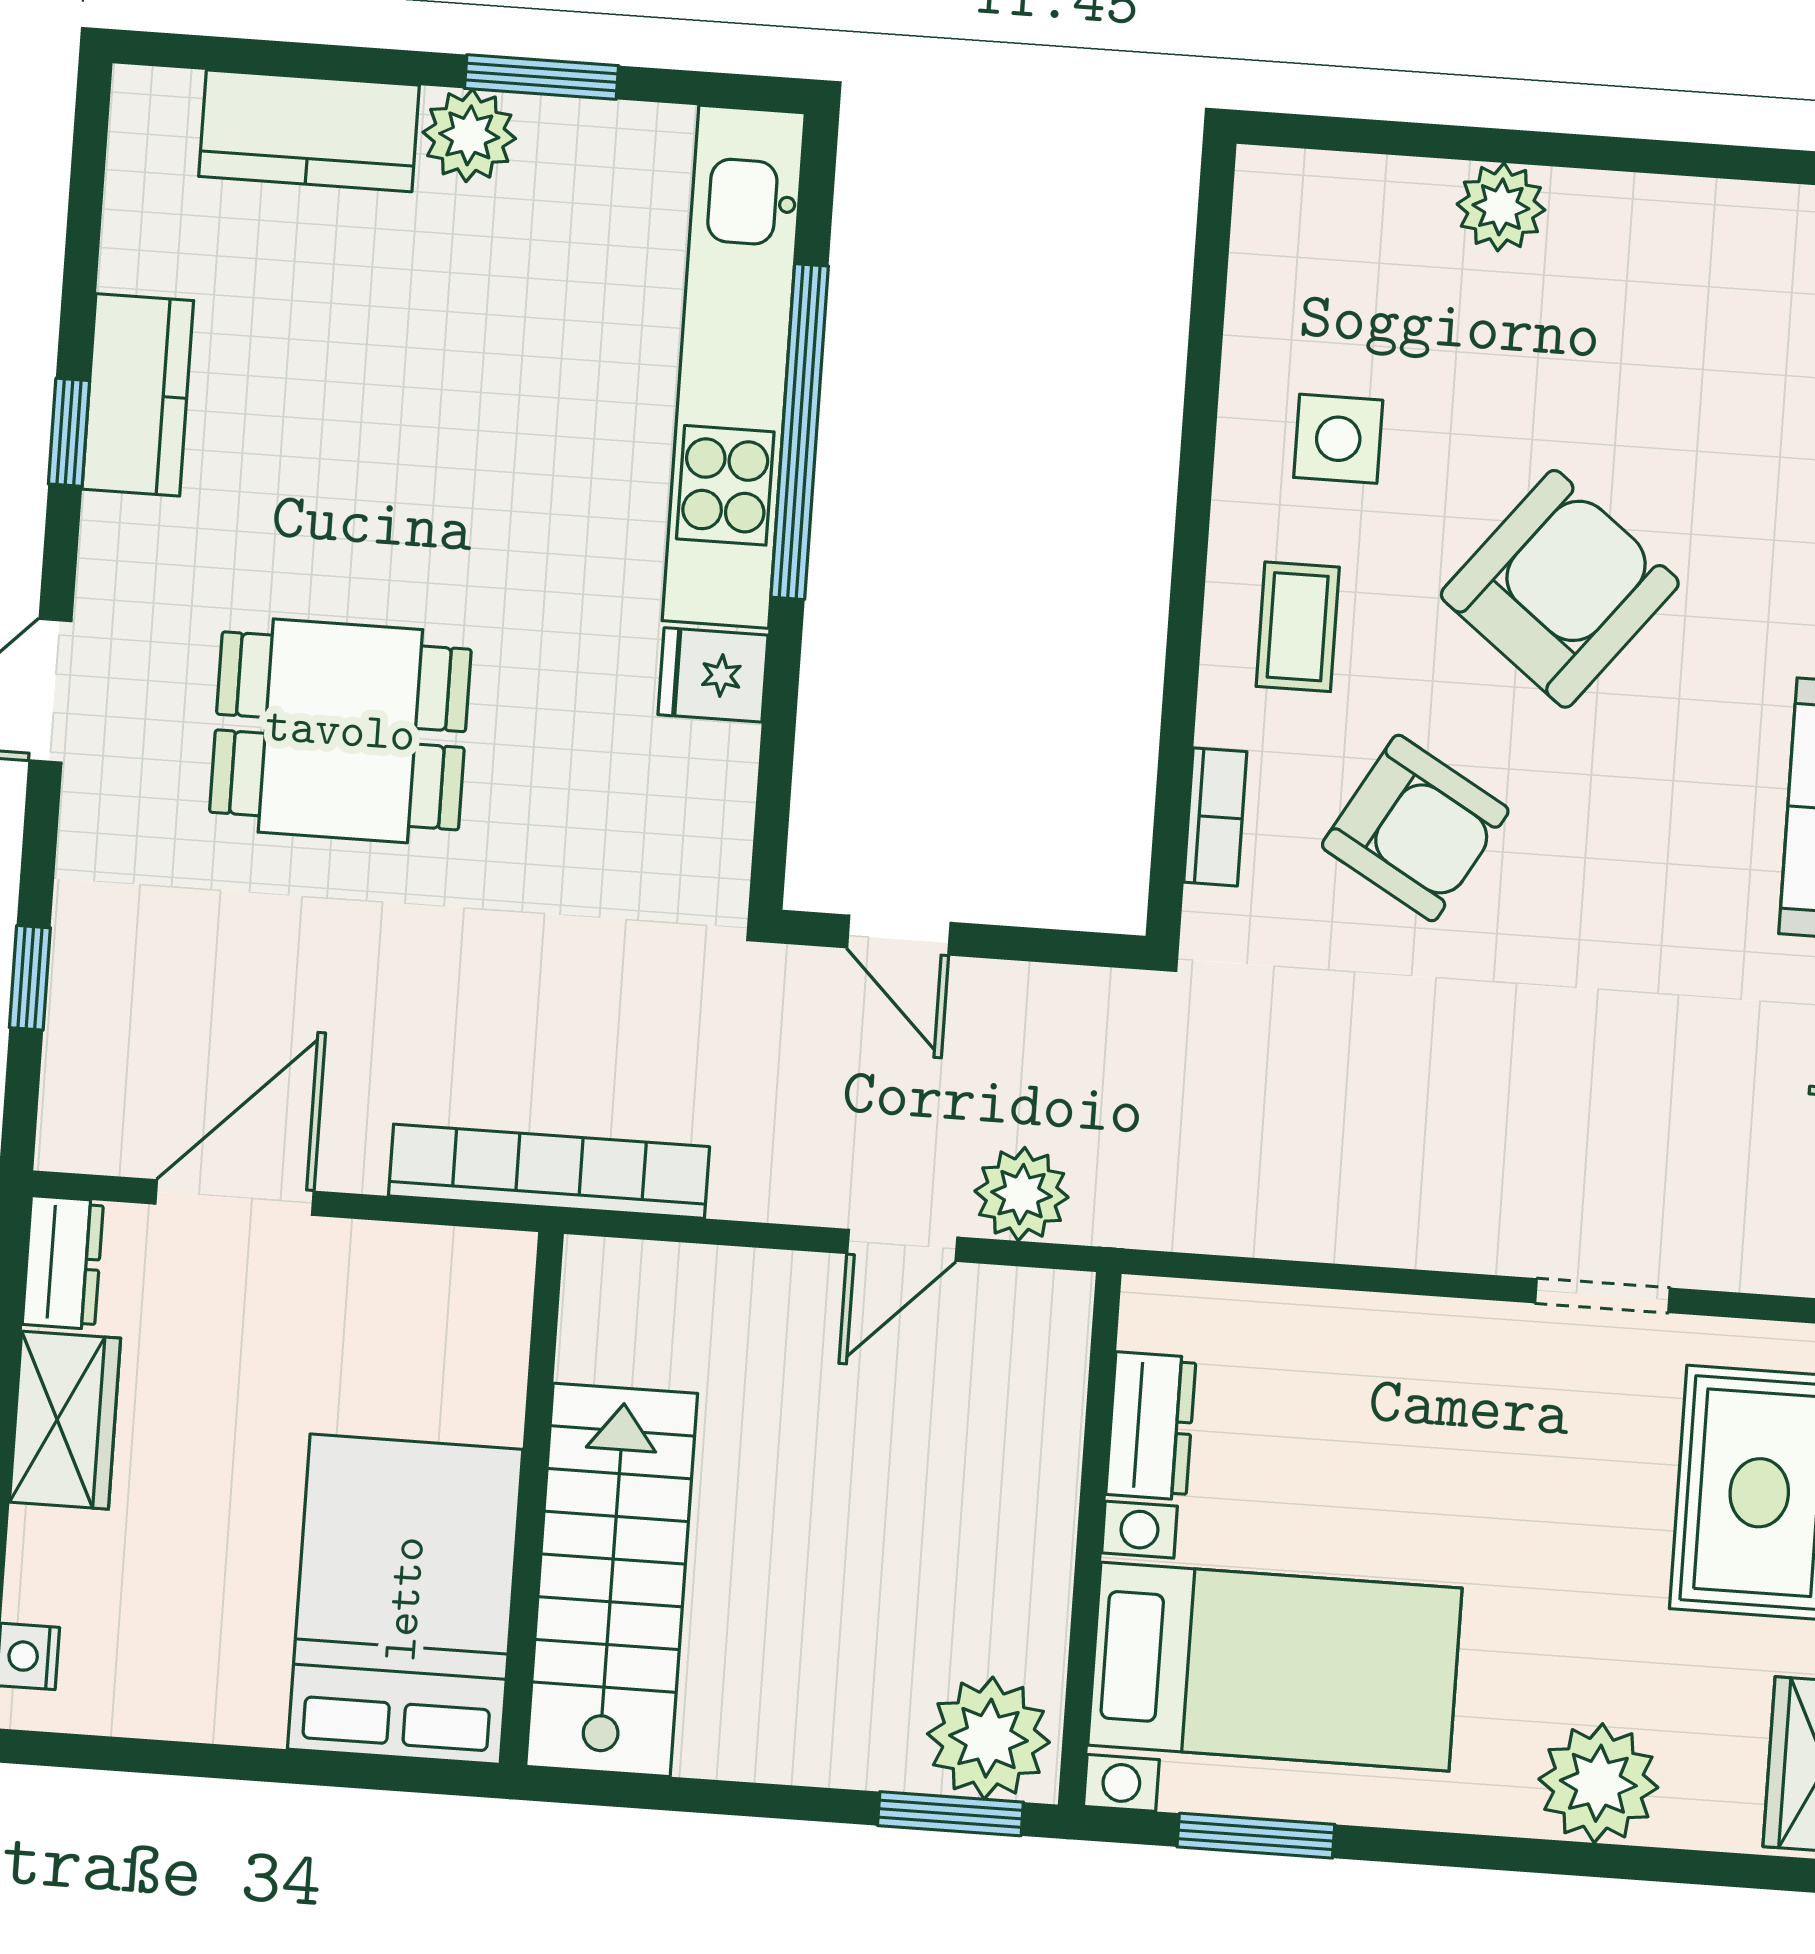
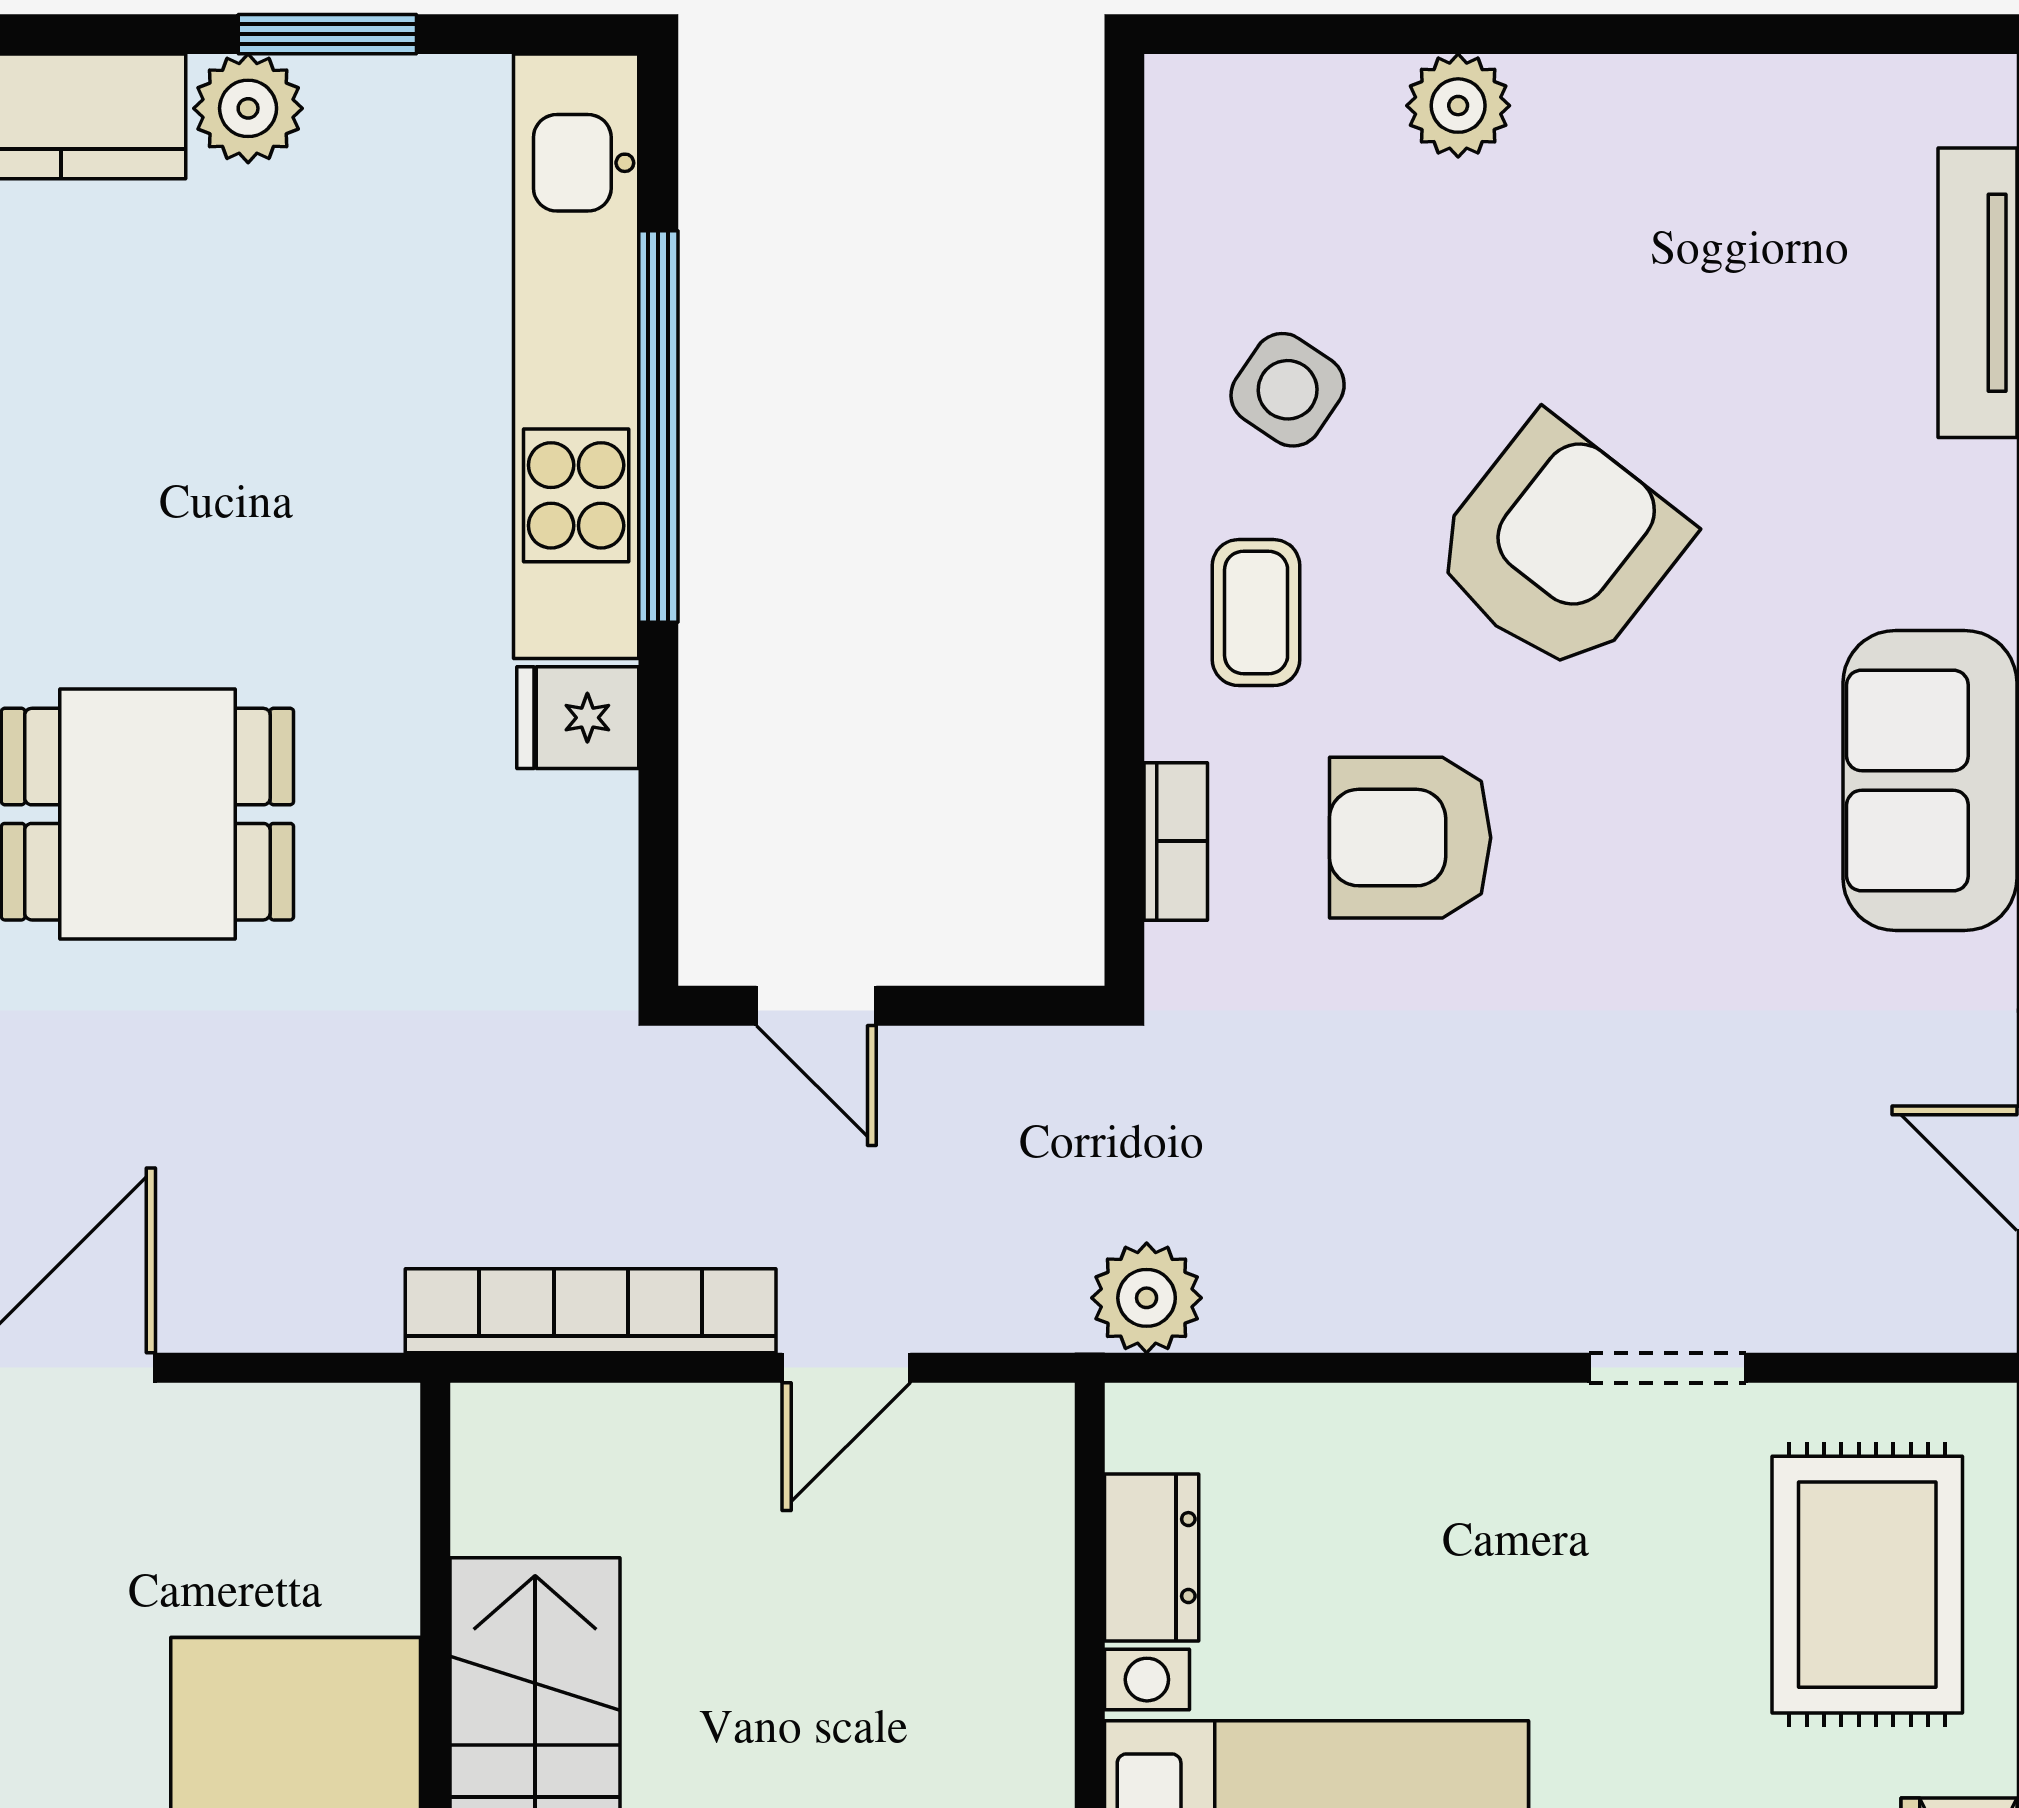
side table: (1338, 439) -> (1288, 390), turned 34
armchair: (1415, 828) -> (1410, 838), turned 150
bookcase: (549, 1171) -> (591, 1311), moved
plant: (1022, 1194) -> (1147, 1298), moved

